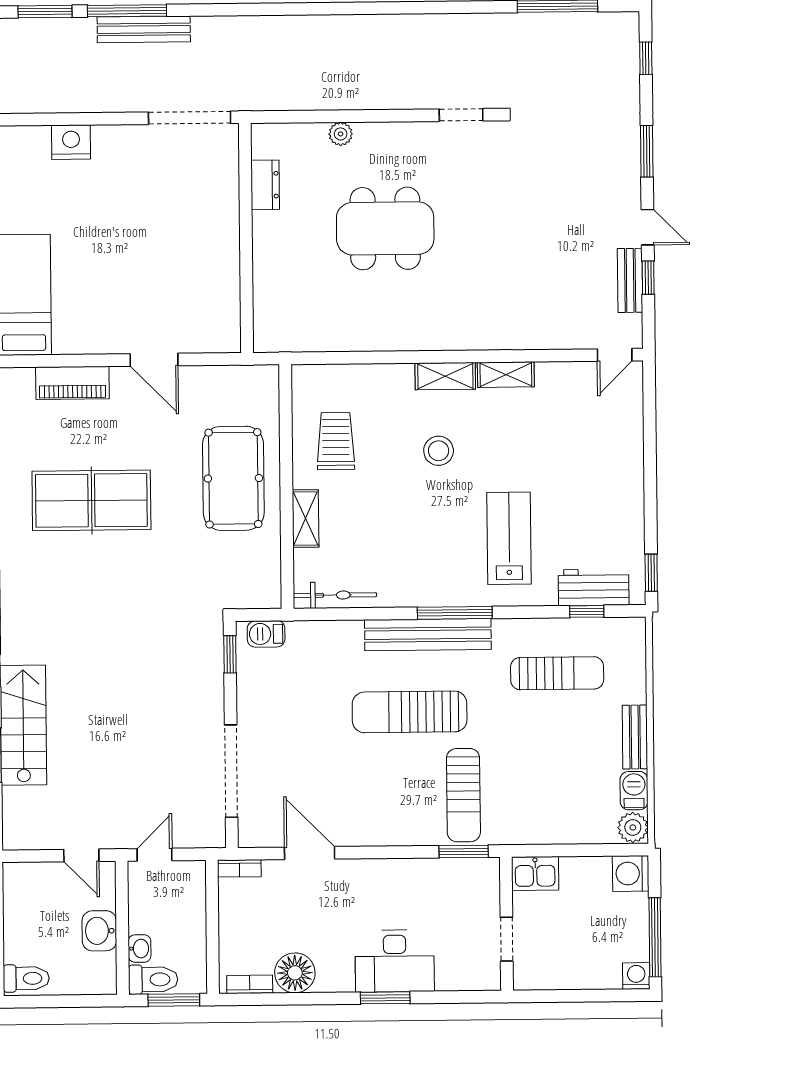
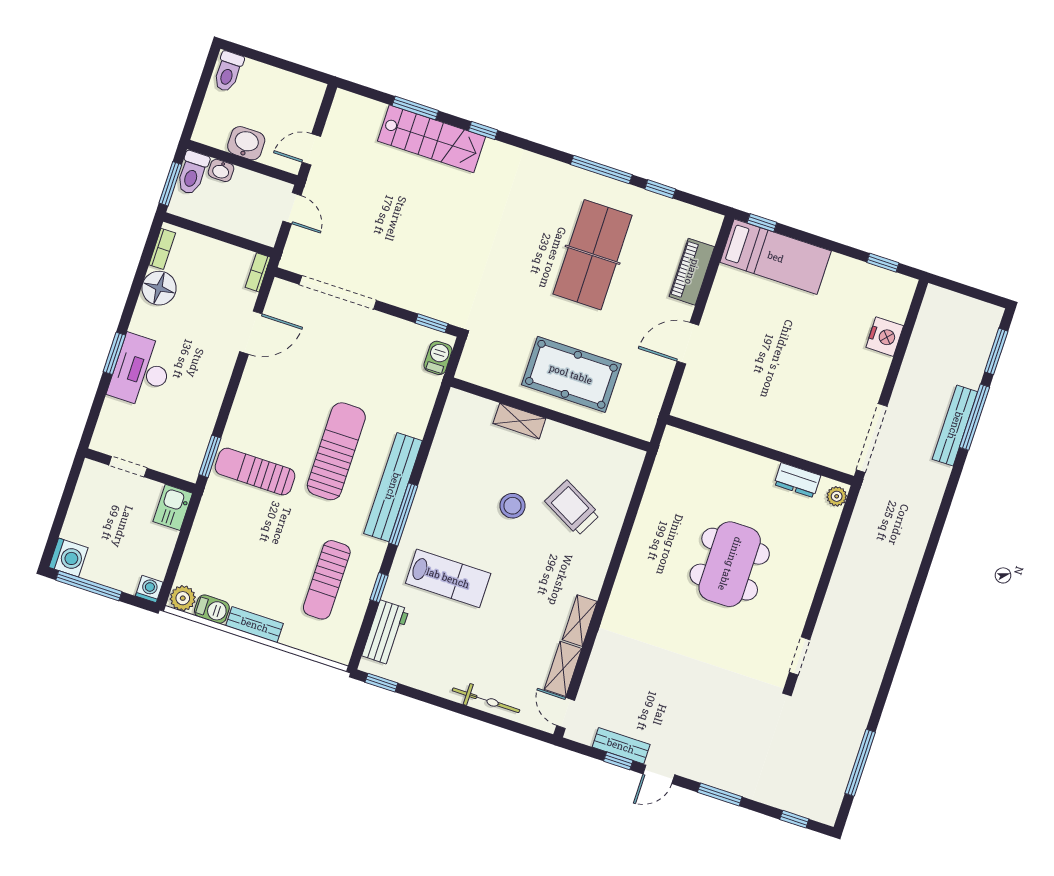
plant: (341, 134) -> (837, 496), moved
shelving: (445, 376) -> (563, 669), moved
trolley: (336, 441) -> (572, 508), moved, turned -152
stool: (439, 451) -> (512, 506), moved
bicycle: (335, 595) -> (486, 700), moved, turned -90
window: (587, 611) -> (379, 588), moved
washing machine: (631, 873) -> (149, 589), width x0.73, depth x0.73
washing machine: (636, 976) -> (68, 557), width x1.38, depth x1.38

